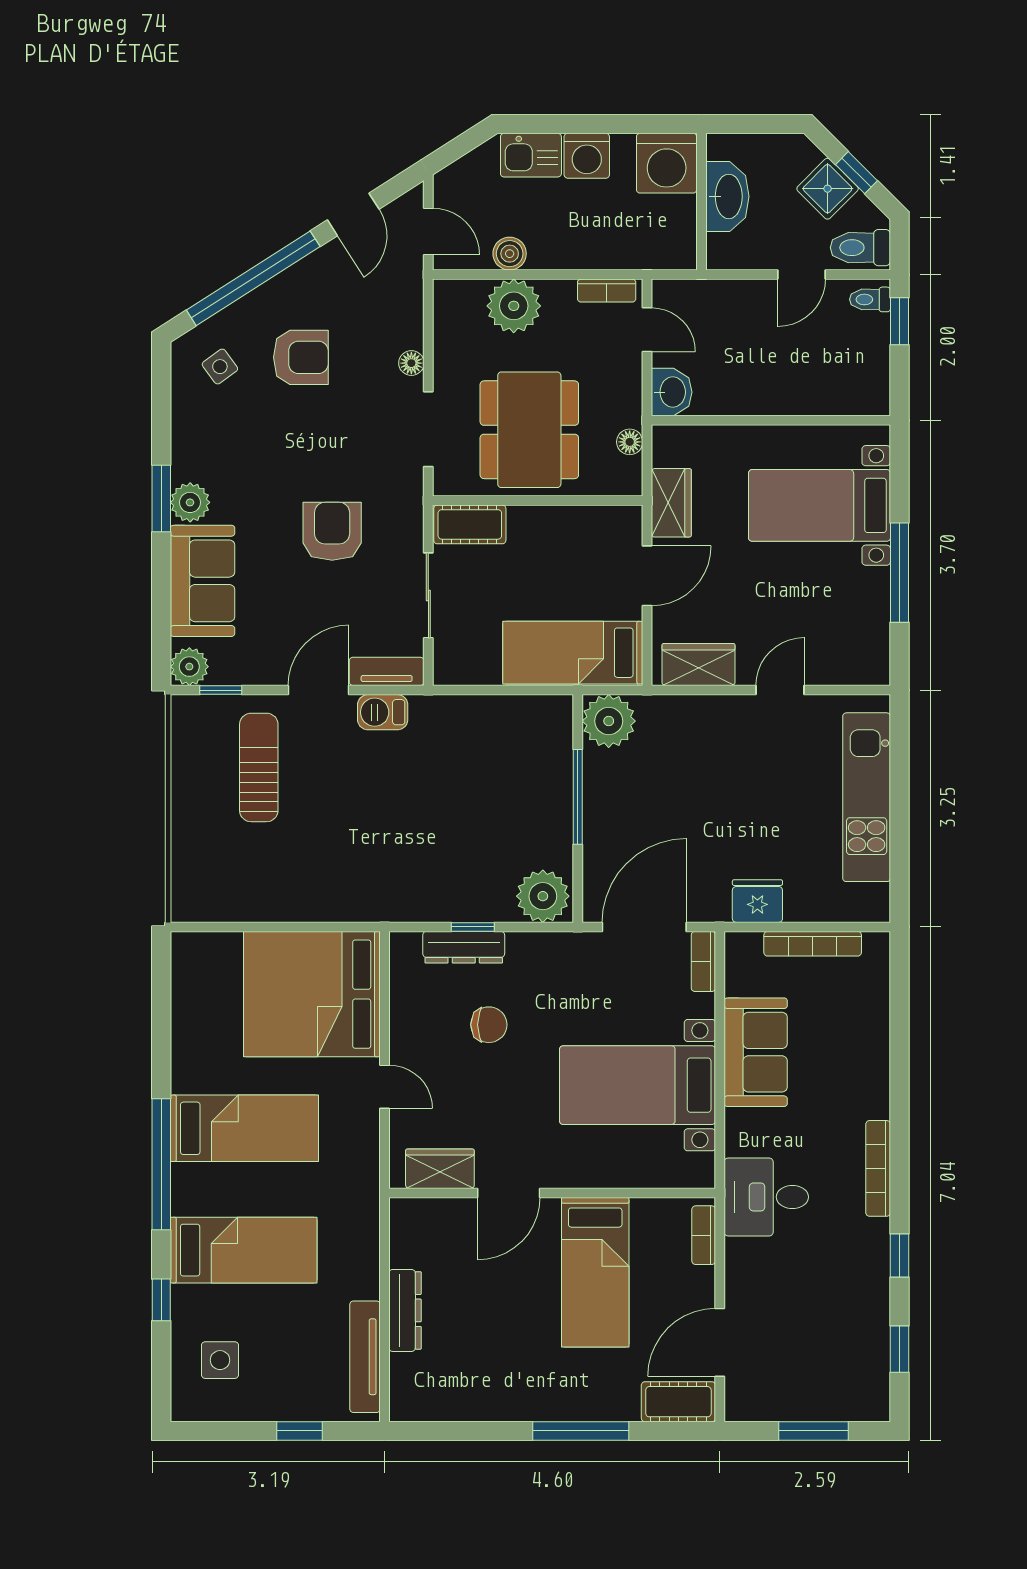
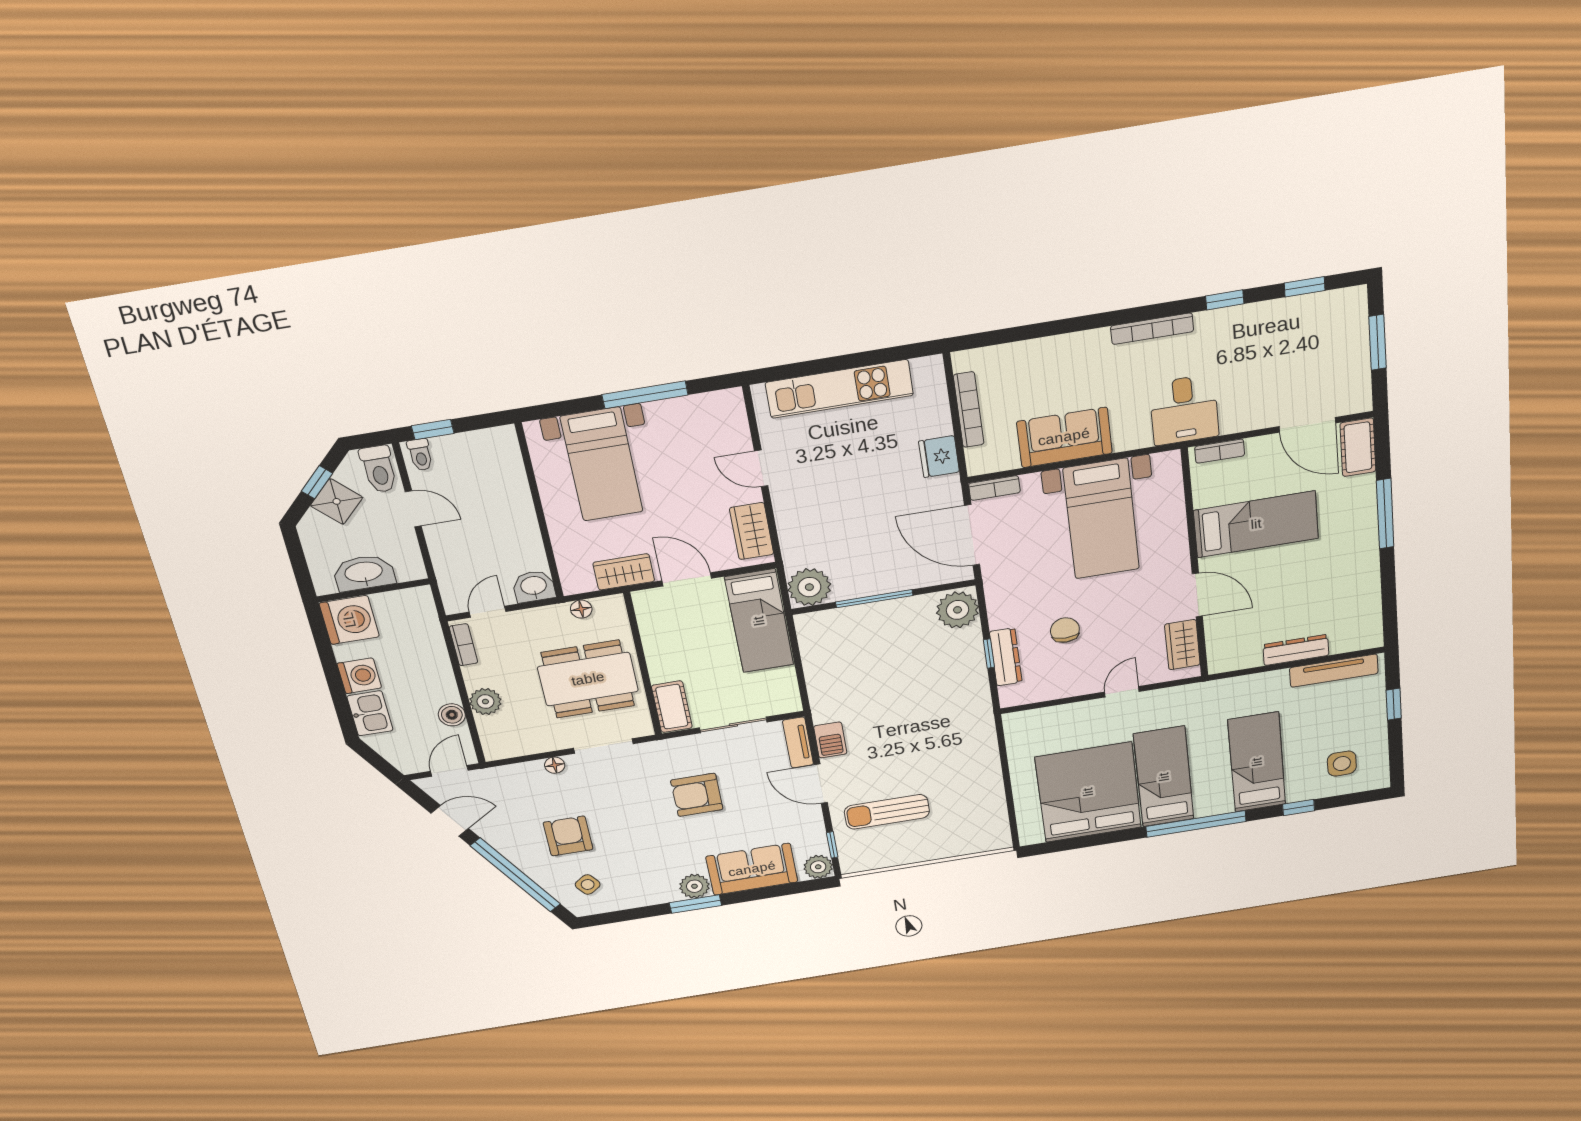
plant: (514, 306) -> (485, 702), width x0.73, depth x0.73
bed: (312, 994) -> (1088, 792), moved, turned 180

